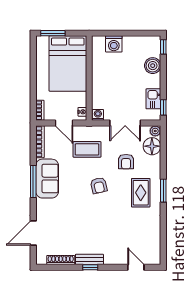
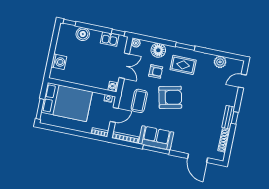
floor lamp: (152, 146) -> (158, 50), moved
armchair: (99, 185) -> (170, 97), width x1.88, depth x1.88
plant: (153, 236) -> (220, 62), added

